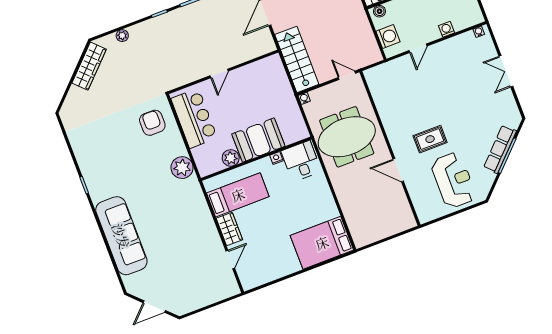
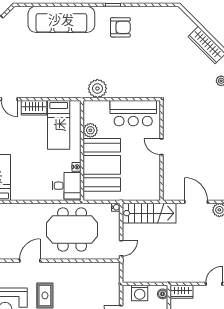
armchair: (152, 123) -> (120, 27), moved
meeting table: (347, 137) -> (72, 230), turned 90
booth: (258, 140) -> (102, 165), width x1.36, depth x1.42

